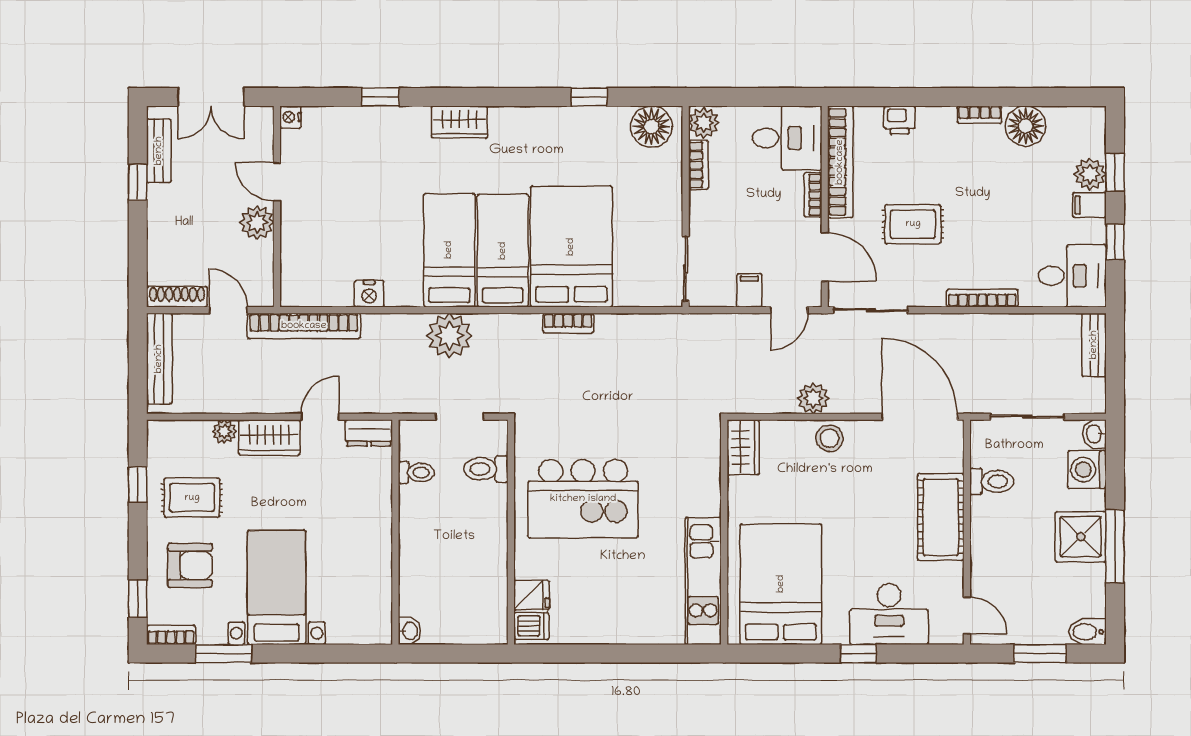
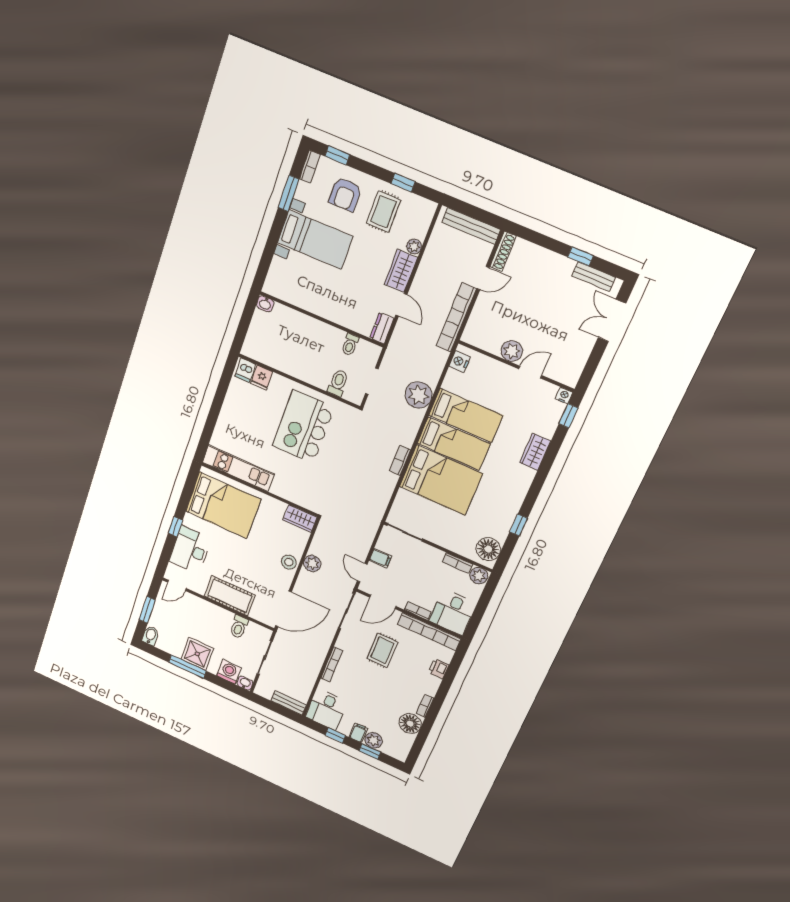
nightstand: (290, 117) -> (564, 395), moved
door: (277, 182) -> (530, 372), moved
wall: (277, 206) -> (516, 366), moved
plant: (257, 222) -> (512, 351), moved

